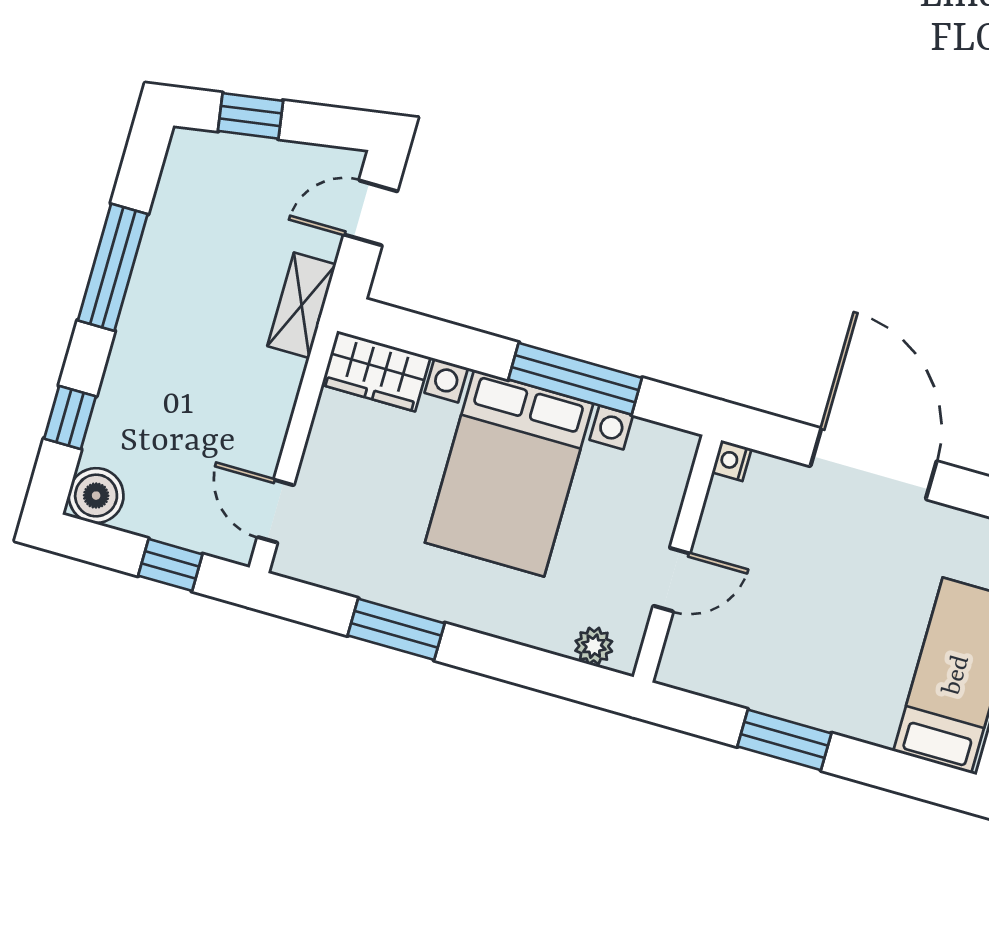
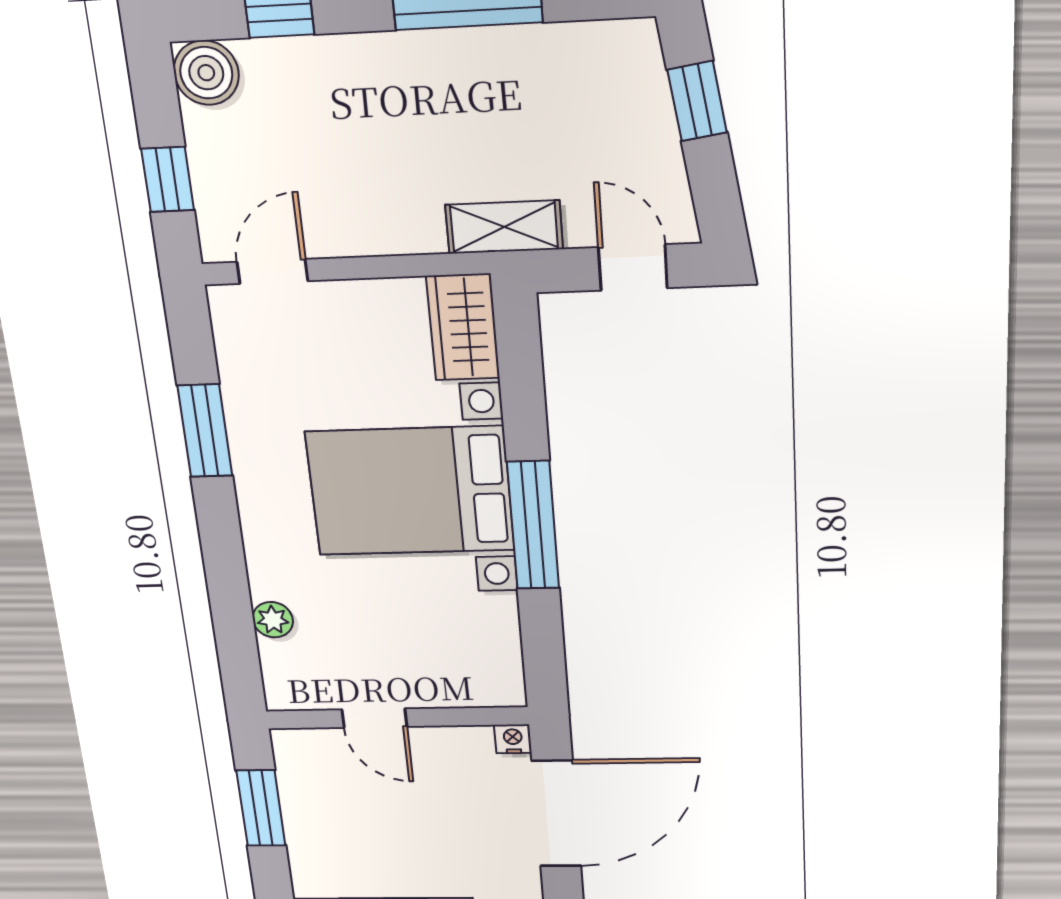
nightstand: (732, 461) -> (513, 739), moved
wall: (677, 559) -> (397, 718), moved
door: (671, 580) -> (374, 718), moved

